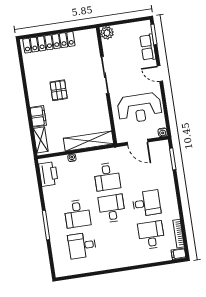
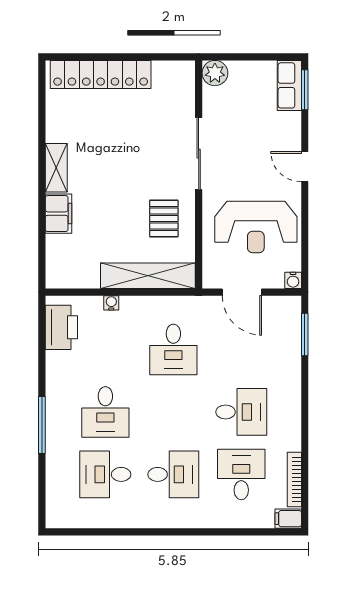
row of seats: (148, 47) -> (289, 85), moved
pallet: (59, 90) -> (164, 218), moved
shelving: (41, 140) -> (56, 168), moved
desk: (112, 208) -> (173, 474), moved, turned 90

